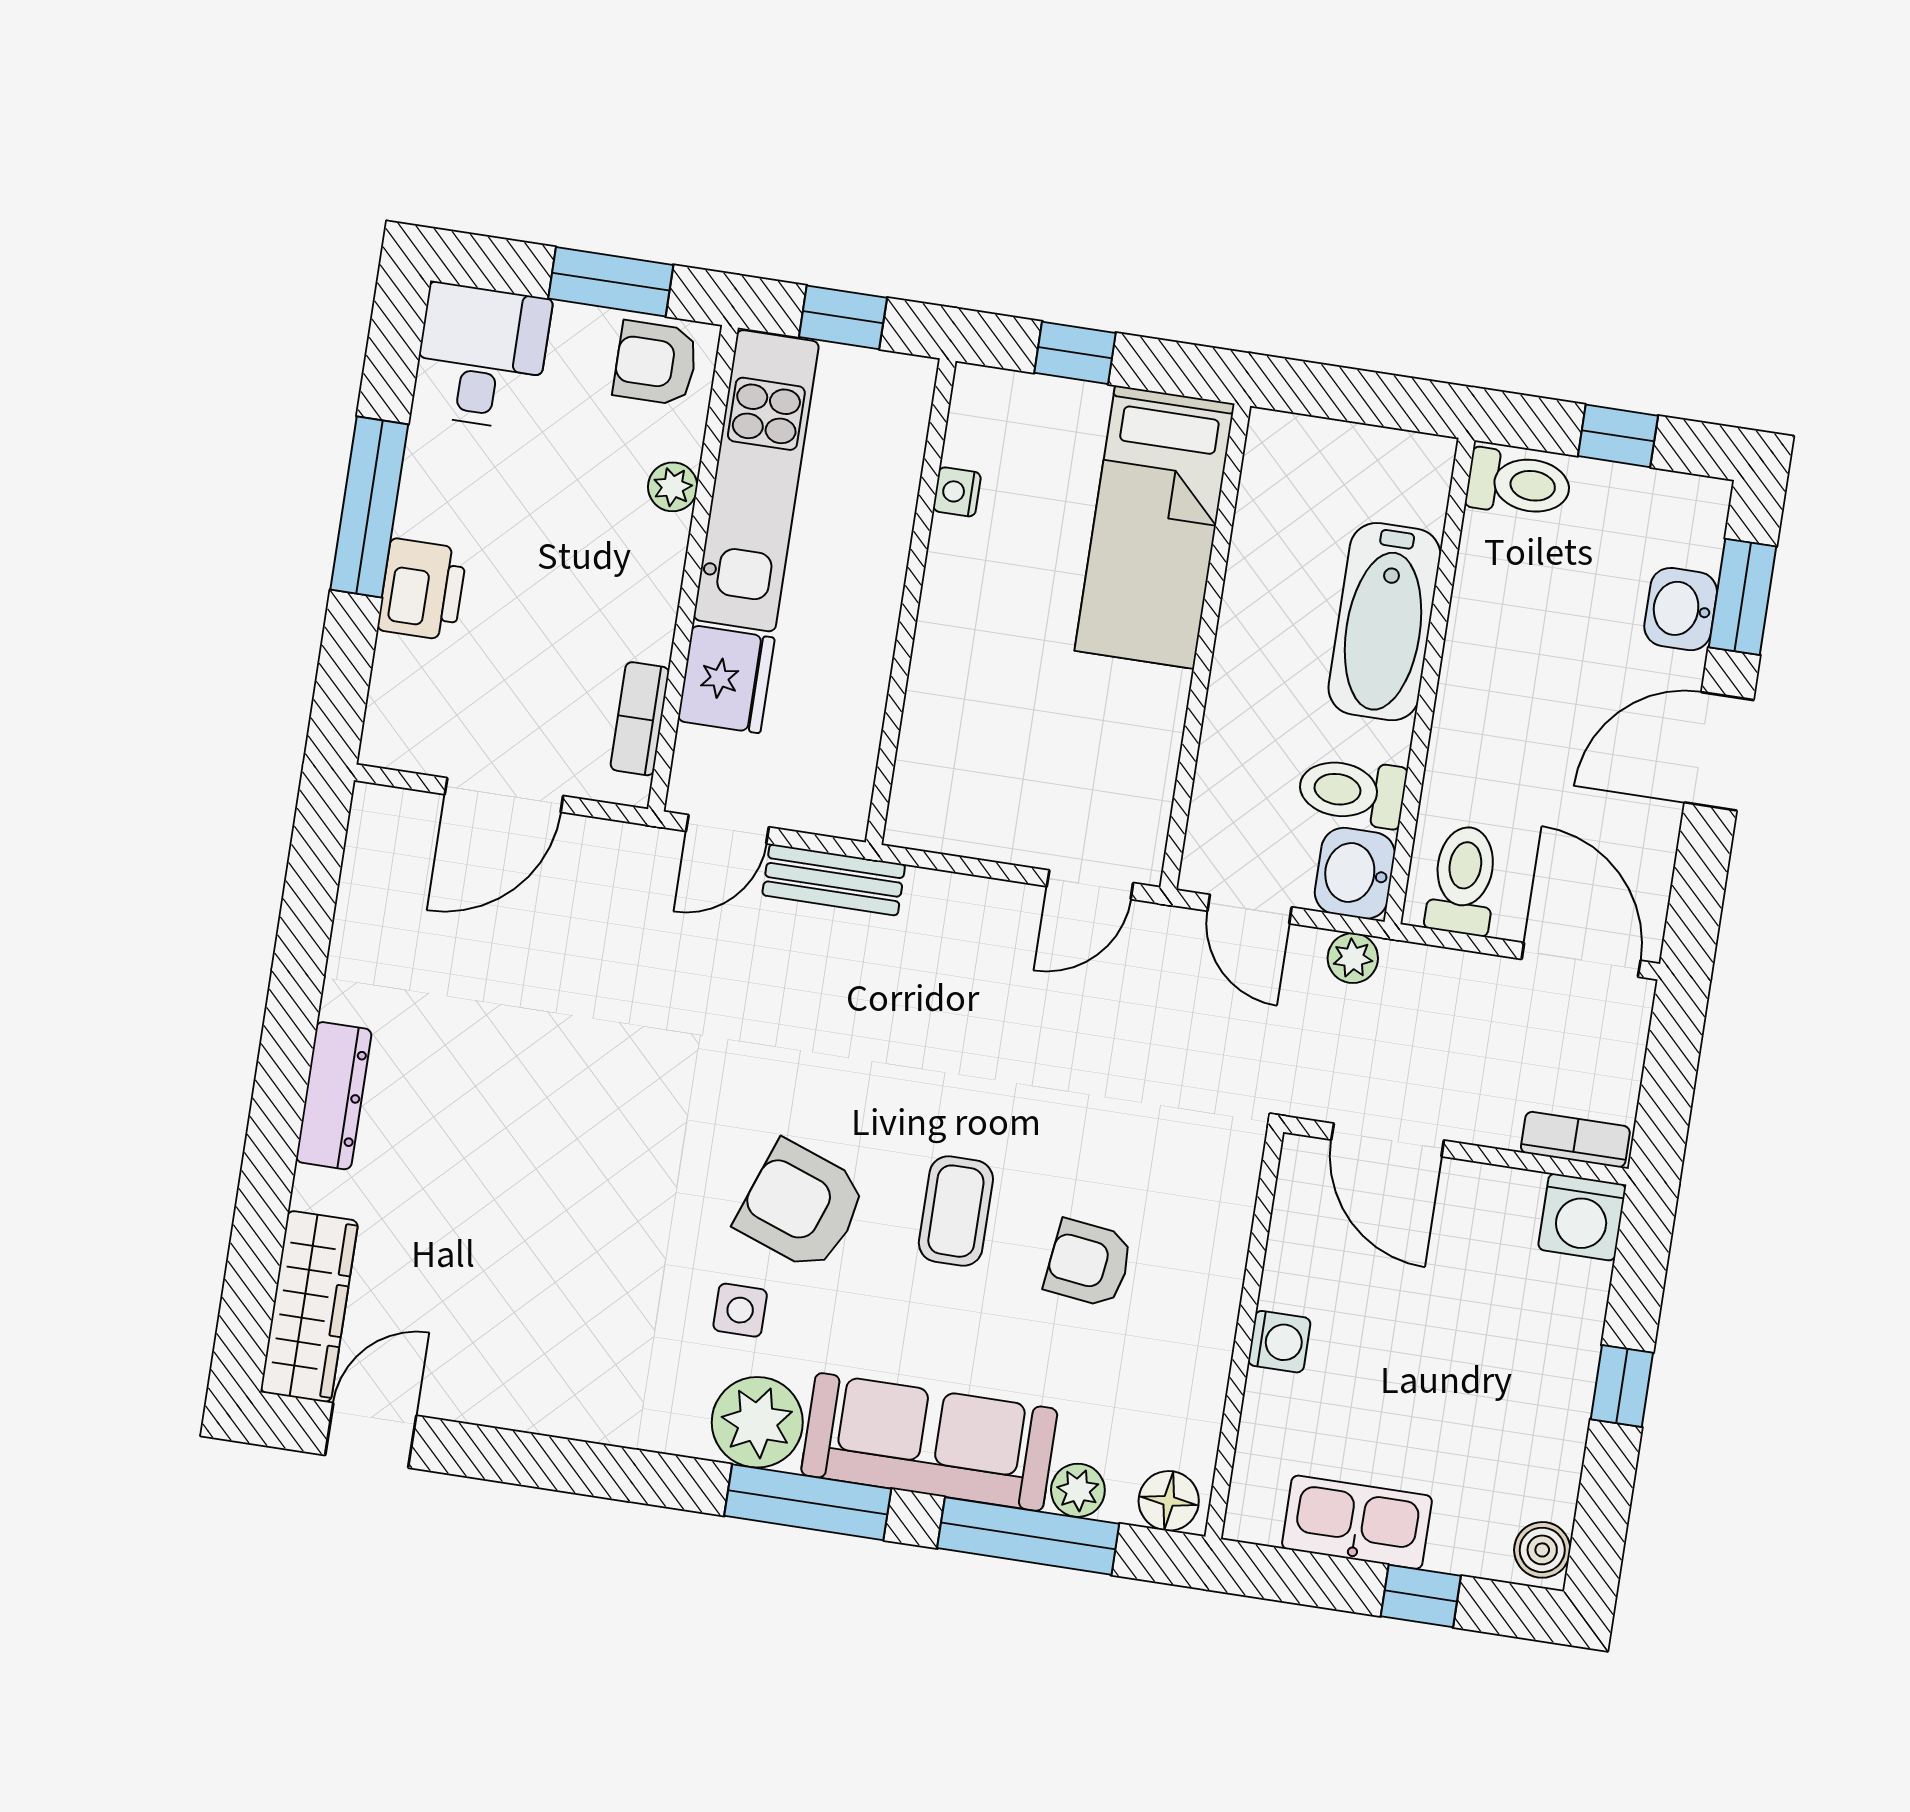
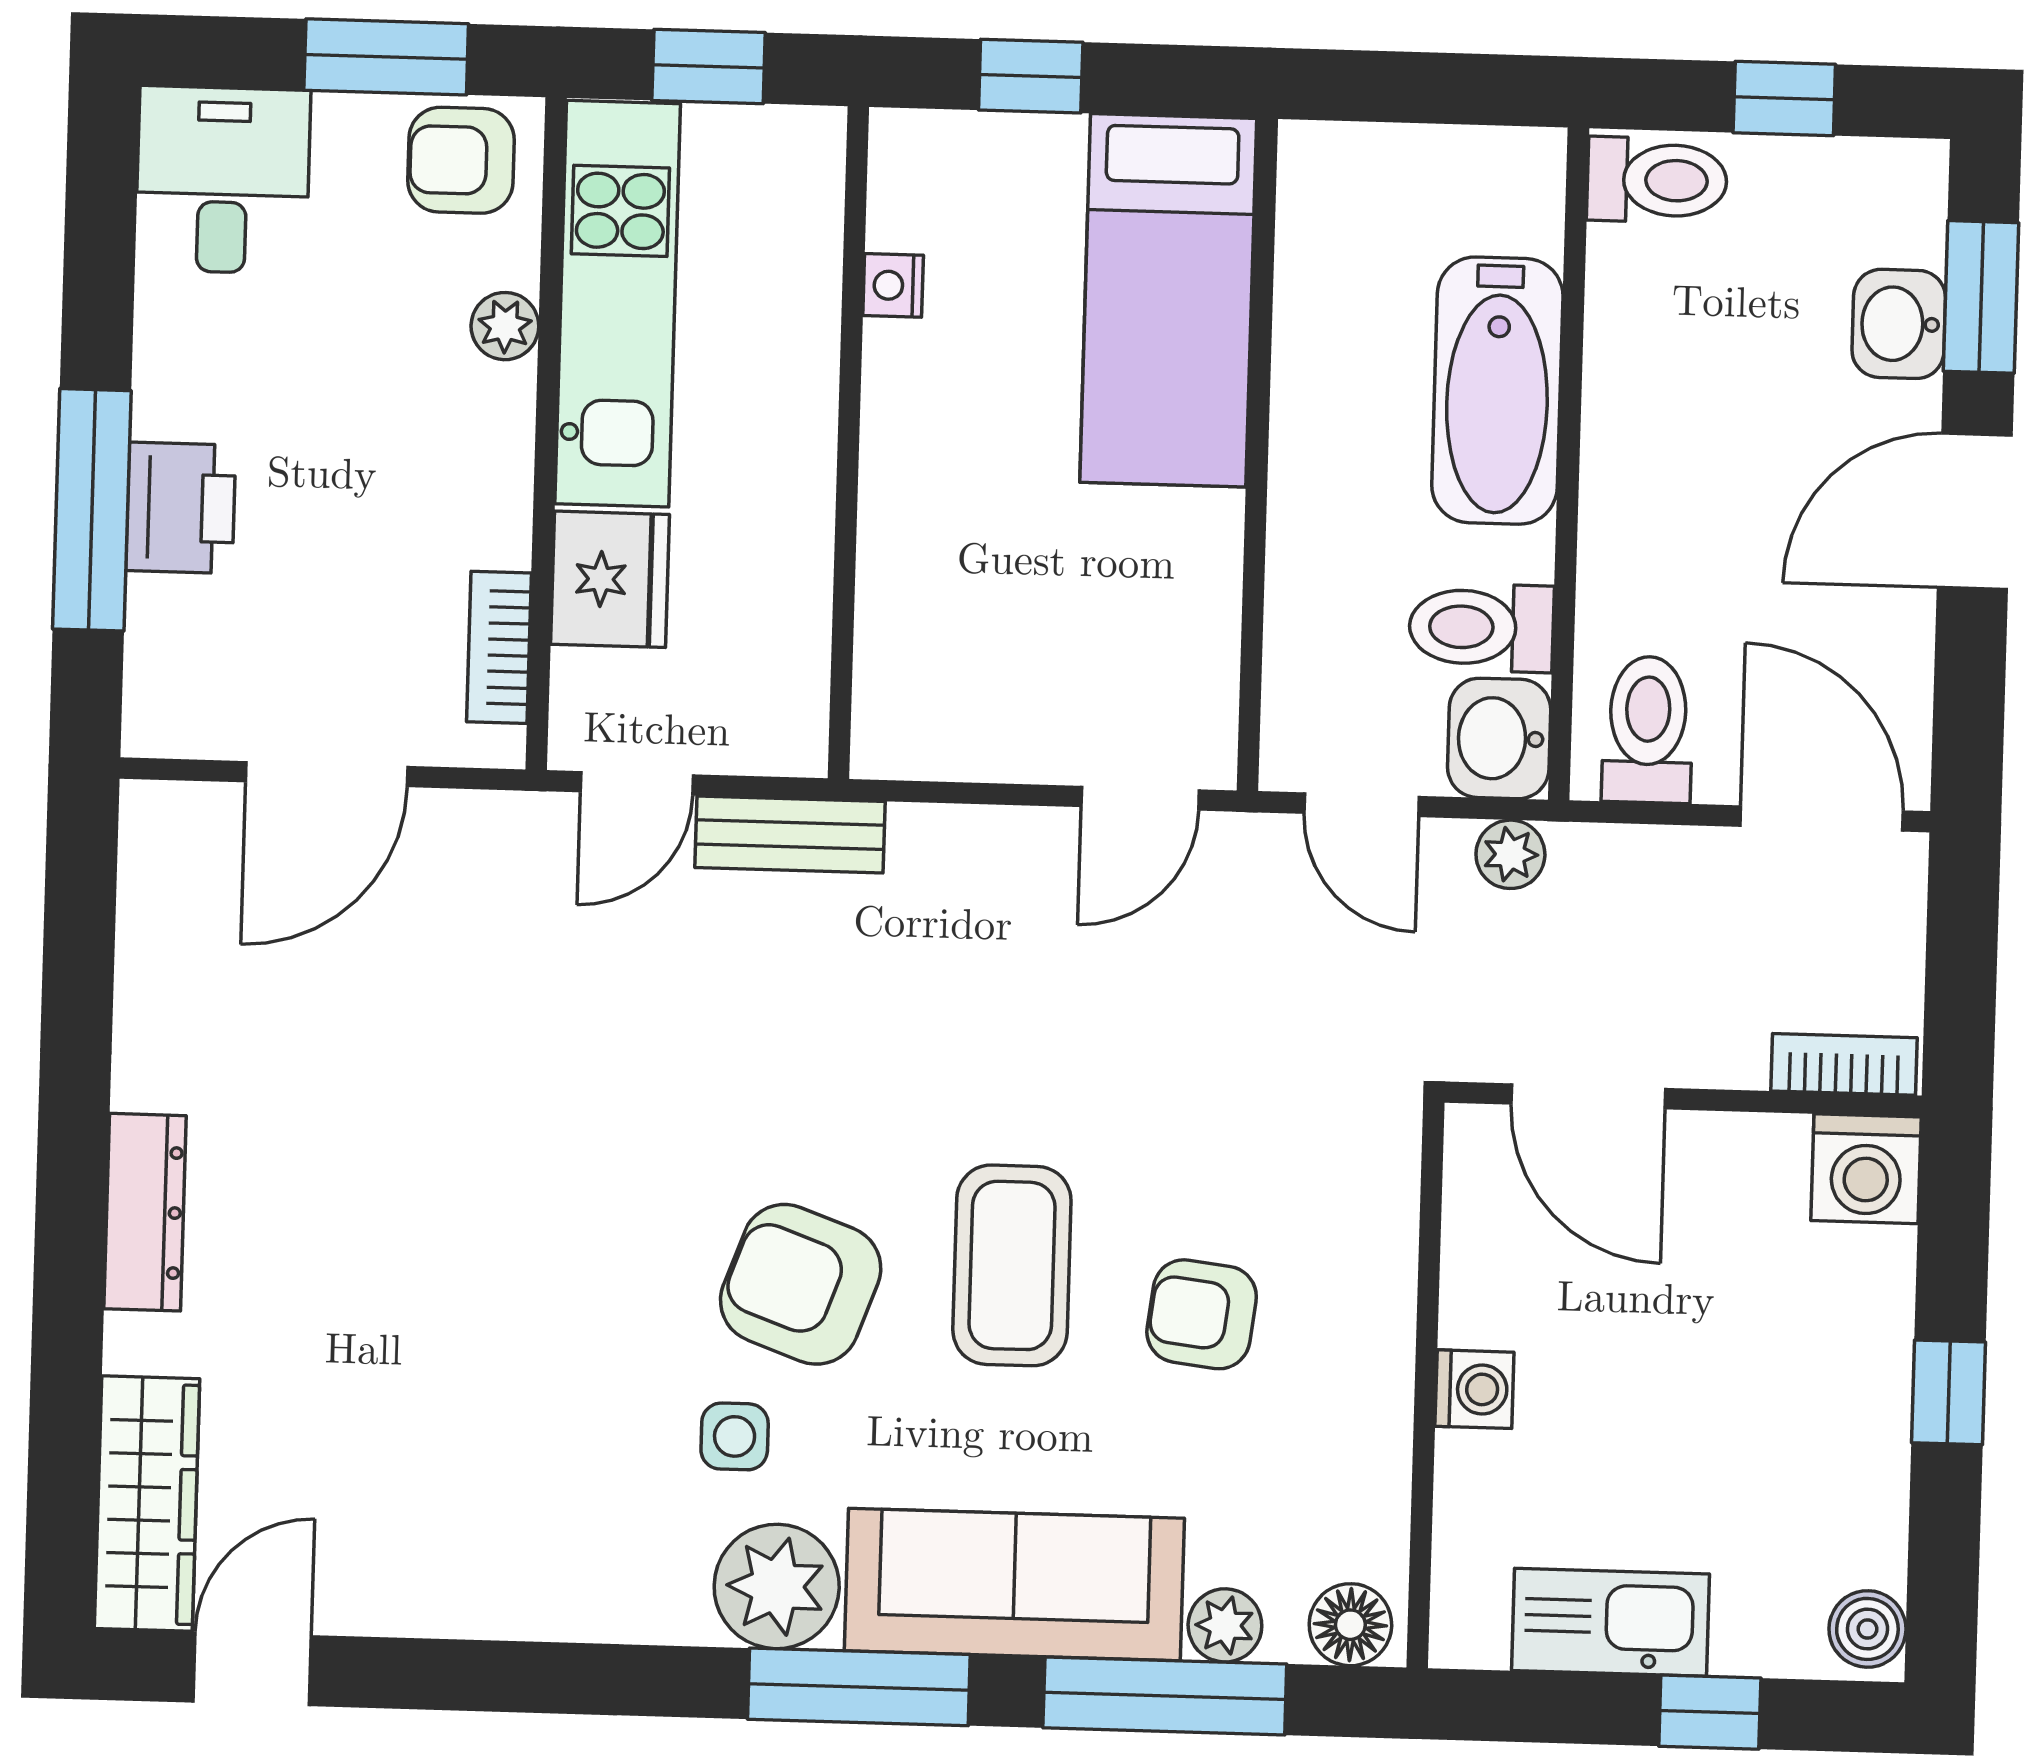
window: (369, 507) -> (92, 510), moved
coffee table: (956, 1211) -> (1012, 1265), width x1.36, depth x1.30

